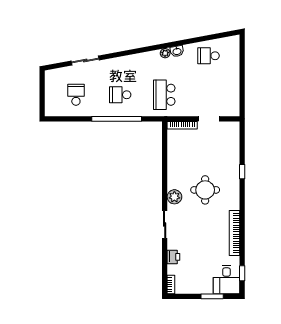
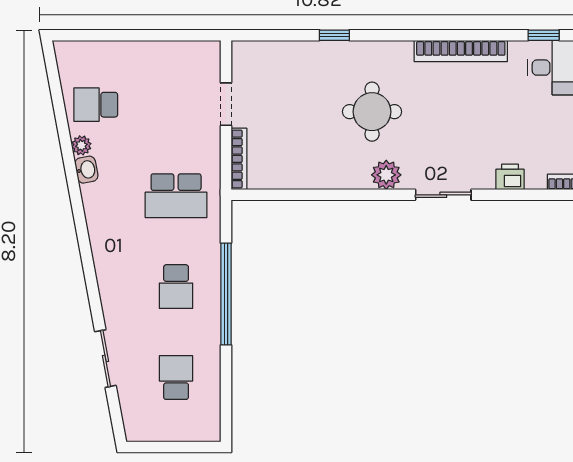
plant: (165, 53) -> (81, 145), moved
school desk: (208, 56) -> (96, 105), turned 90
school desk: (76, 95) -> (176, 378), turned 90

